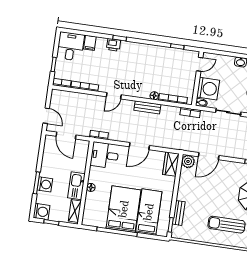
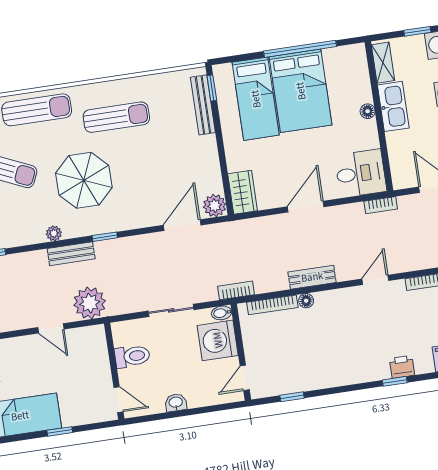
bench: (179, 213) -> (203, 105), width x1.36

